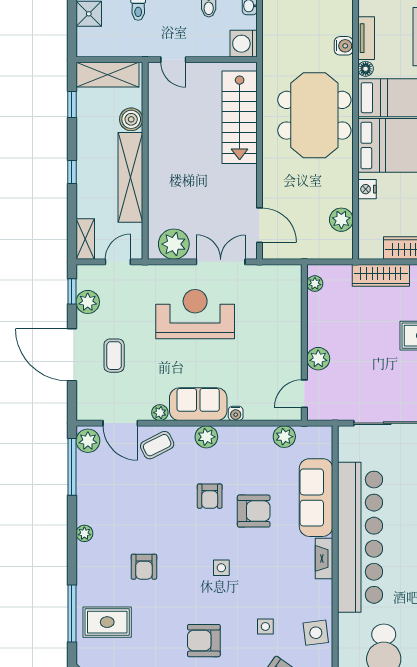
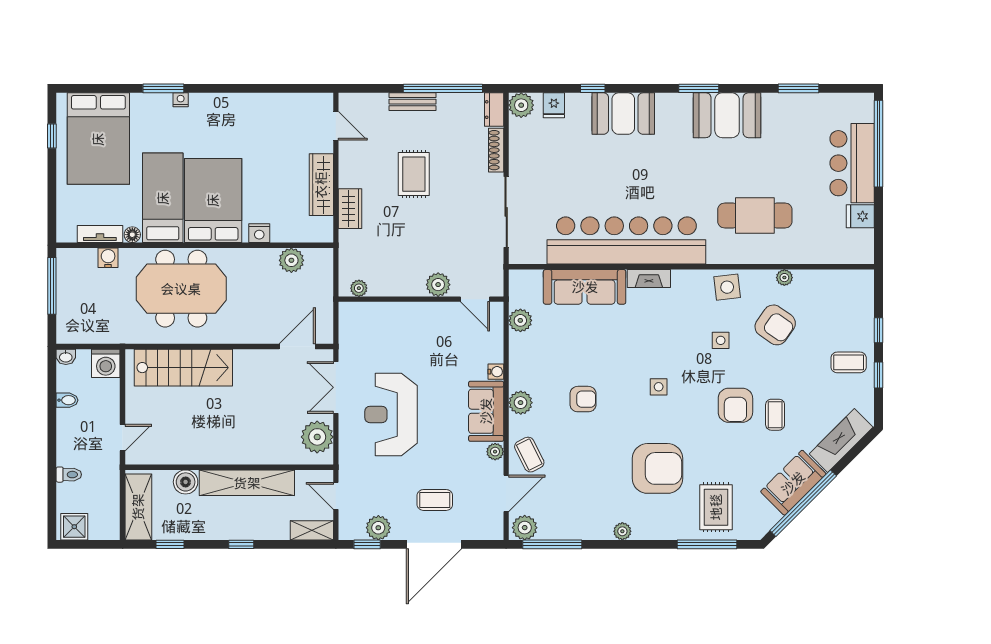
wardrobe: (381, 275) -> (350, 209), width x0.67
armchair: (254, 511) -> (599, 353), removed
armchair: (144, 567) -> (657, 468), width x1.88, depth x1.88

